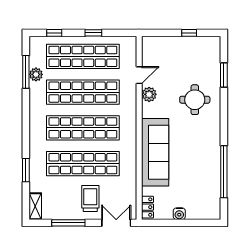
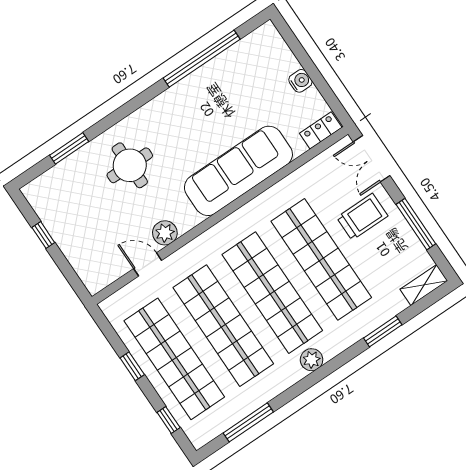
plant: (36, 74) -> (312, 360), moved
trolley: (90, 199) -> (362, 217), turned 180

